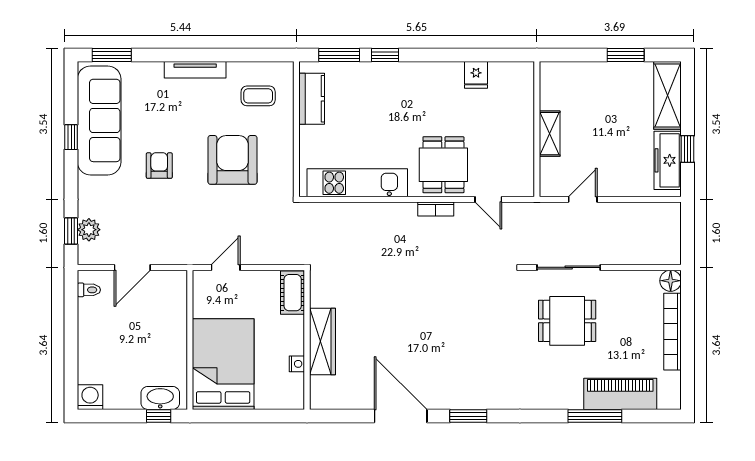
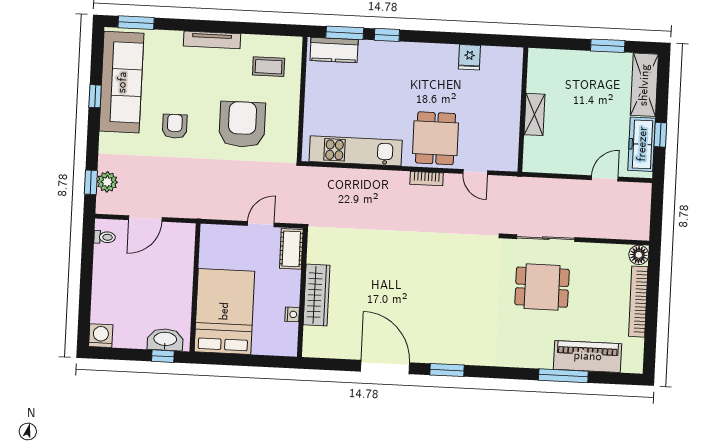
kitchen counter: (312, 99) -> (334, 50), moved, turned 90
door: (583, 199) -> (605, 178), moved
door: (226, 267) -> (261, 224), moved

